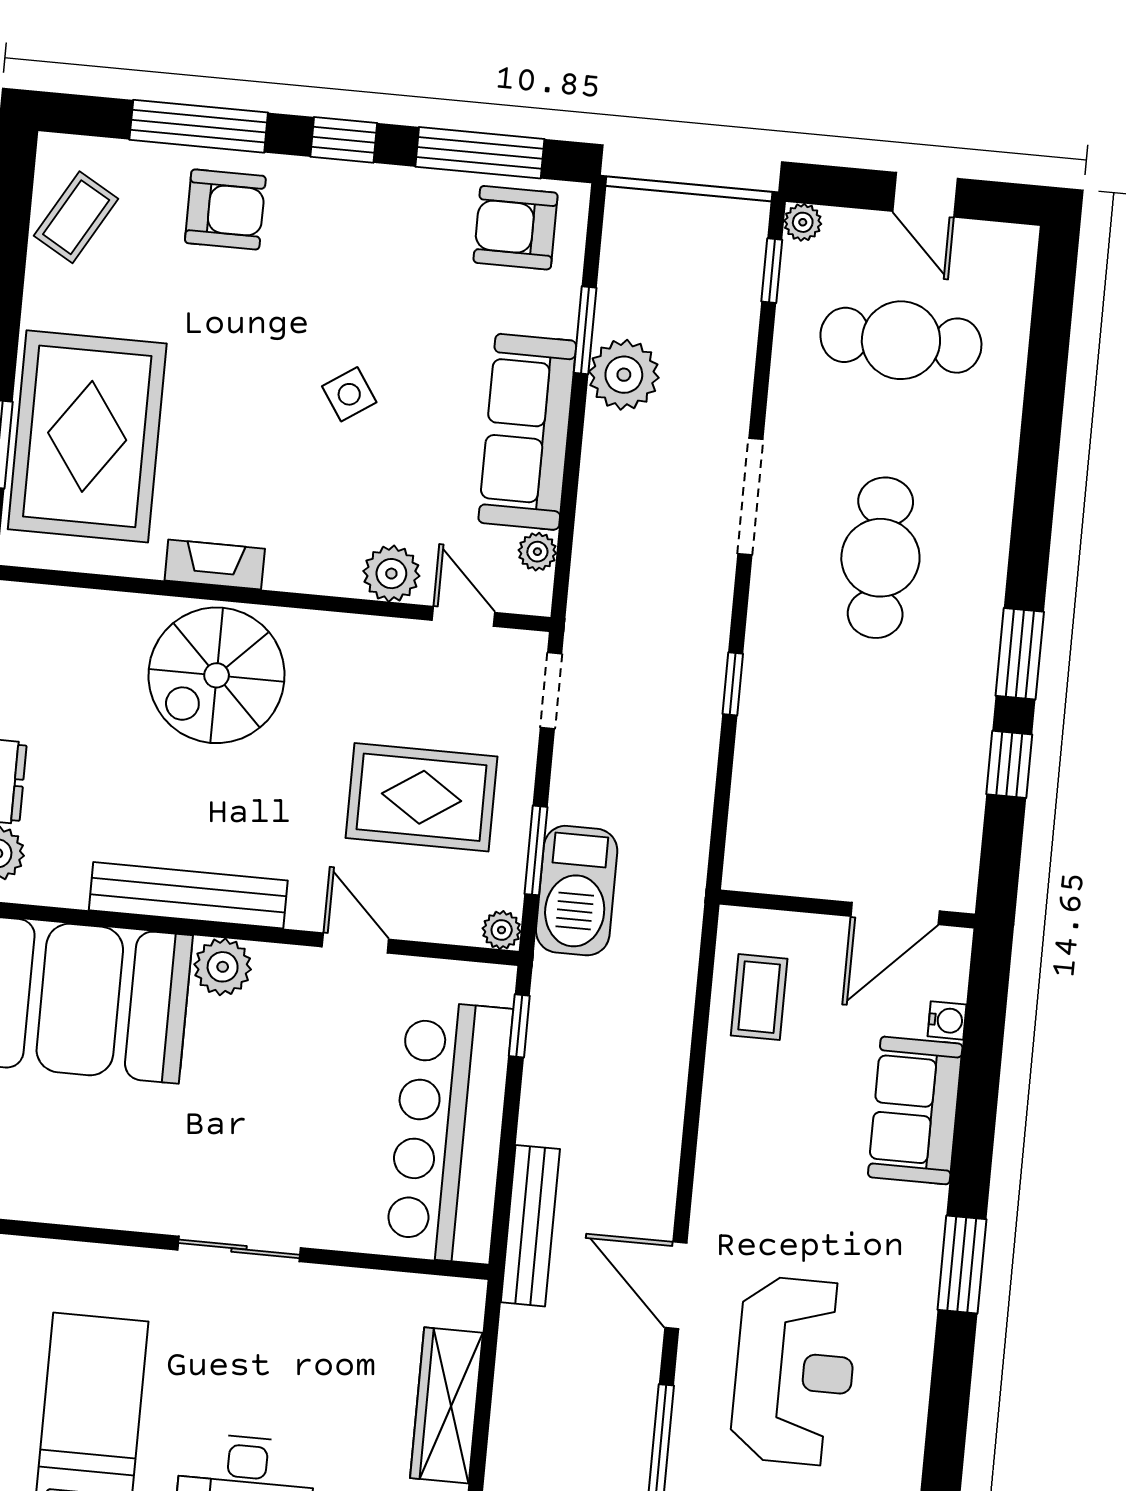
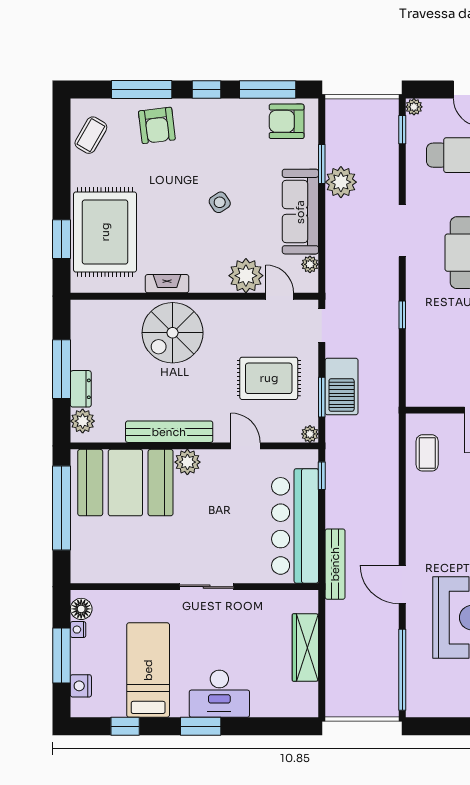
armchair: (225, 209) -> (157, 125), turned 83
plant: (391, 574) -> (246, 276), width x1.36, depth x1.36
barbecue: (577, 891) -> (342, 386), moved

